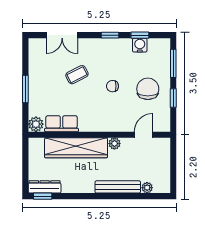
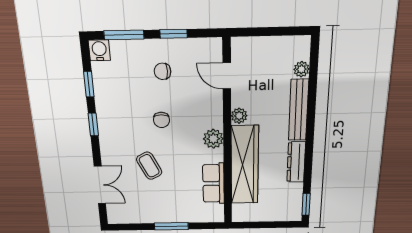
water cooler: (140, 45) -> (99, 50), moved, turned 90
chair: (148, 89) -> (163, 71), width x0.54, depth x0.54
plant: (36, 124) -> (213, 139), moved
dresser: (45, 187) -> (296, 162), moved

